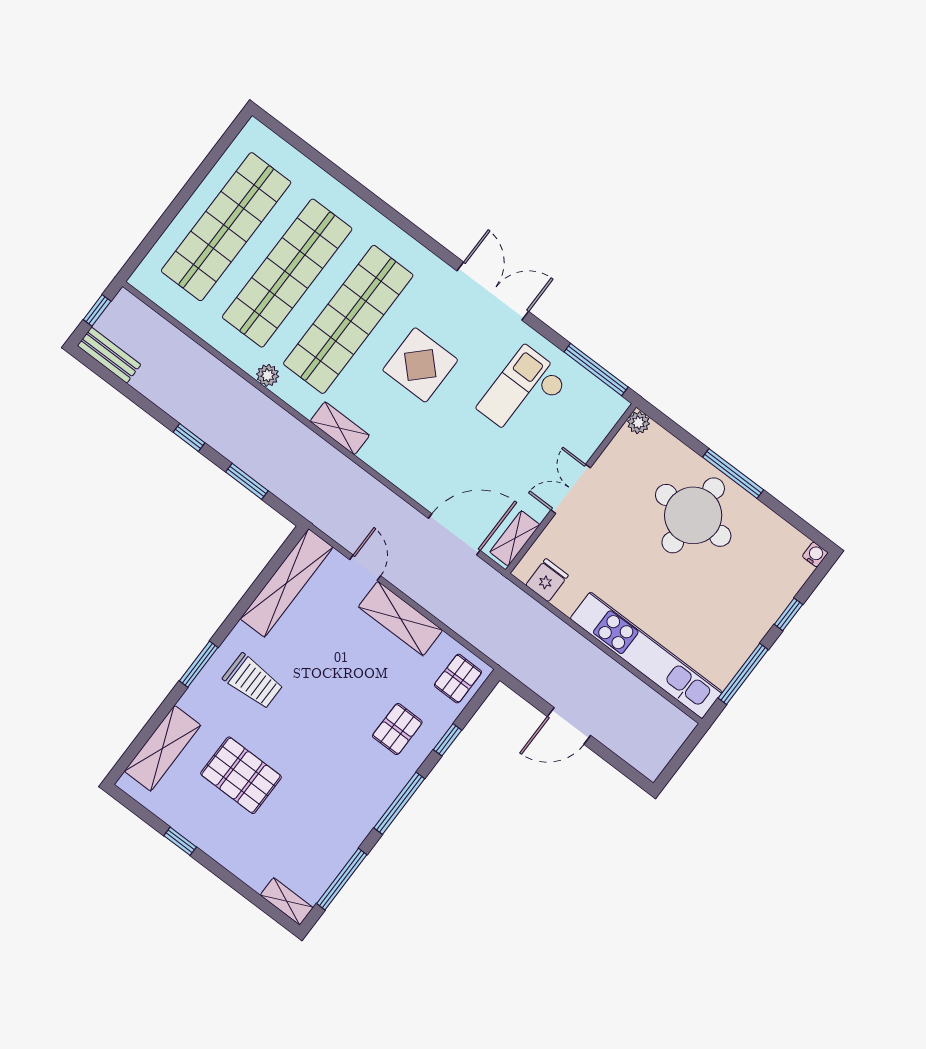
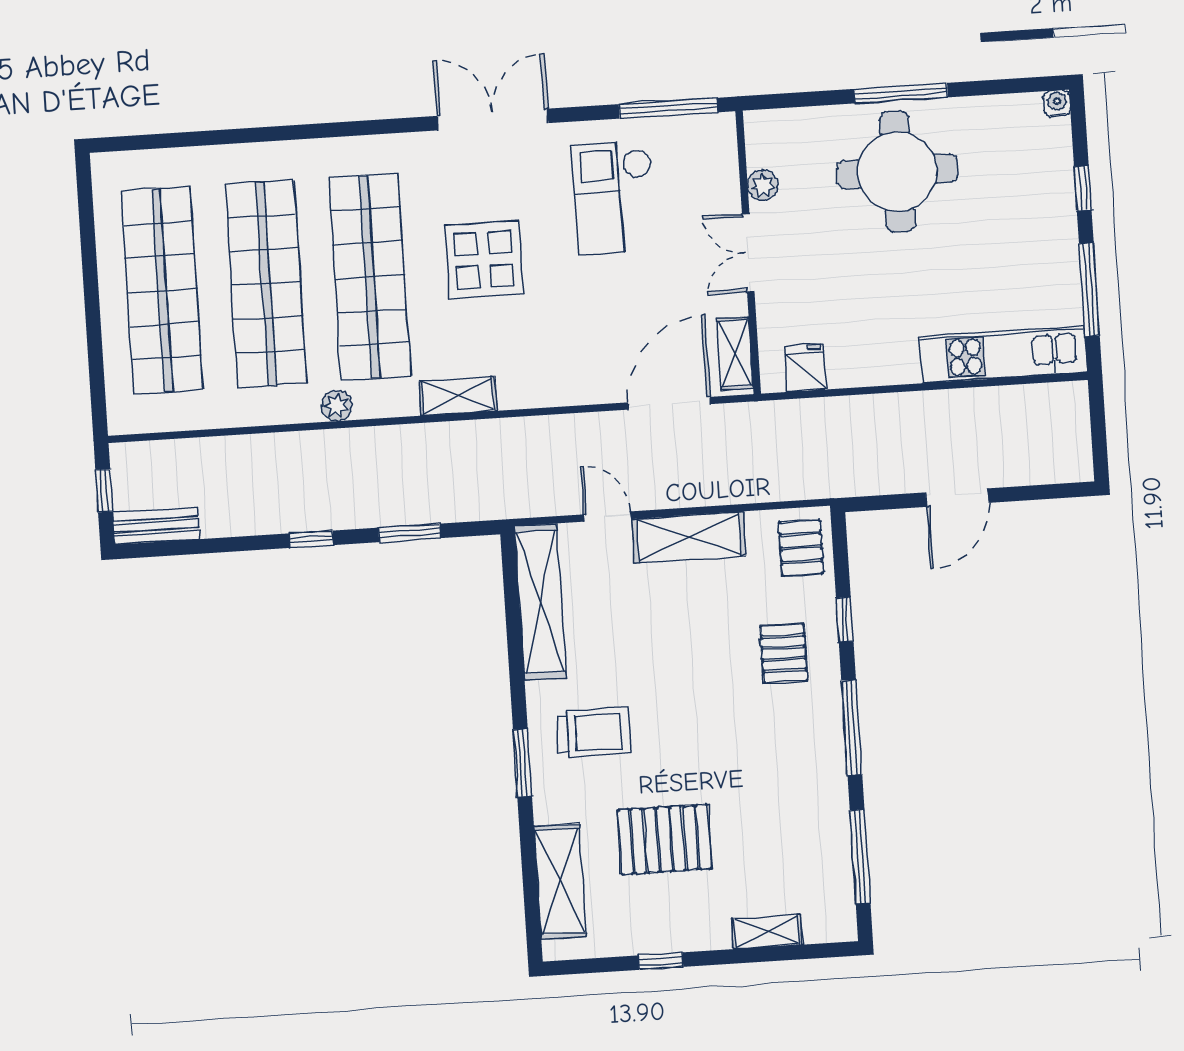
plant: (638, 423) -> (763, 185), moved
kitchen unit: (646, 655) -> (1003, 355), width x0.73
shelving: (287, 901) -> (767, 932), moved

